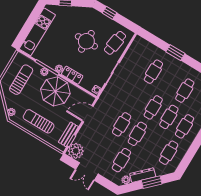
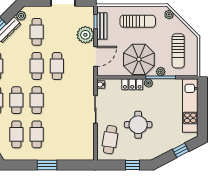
cafe table: (153, 72) -> (37, 134), moved
plant: (76, 151) -> (85, 35), moved

